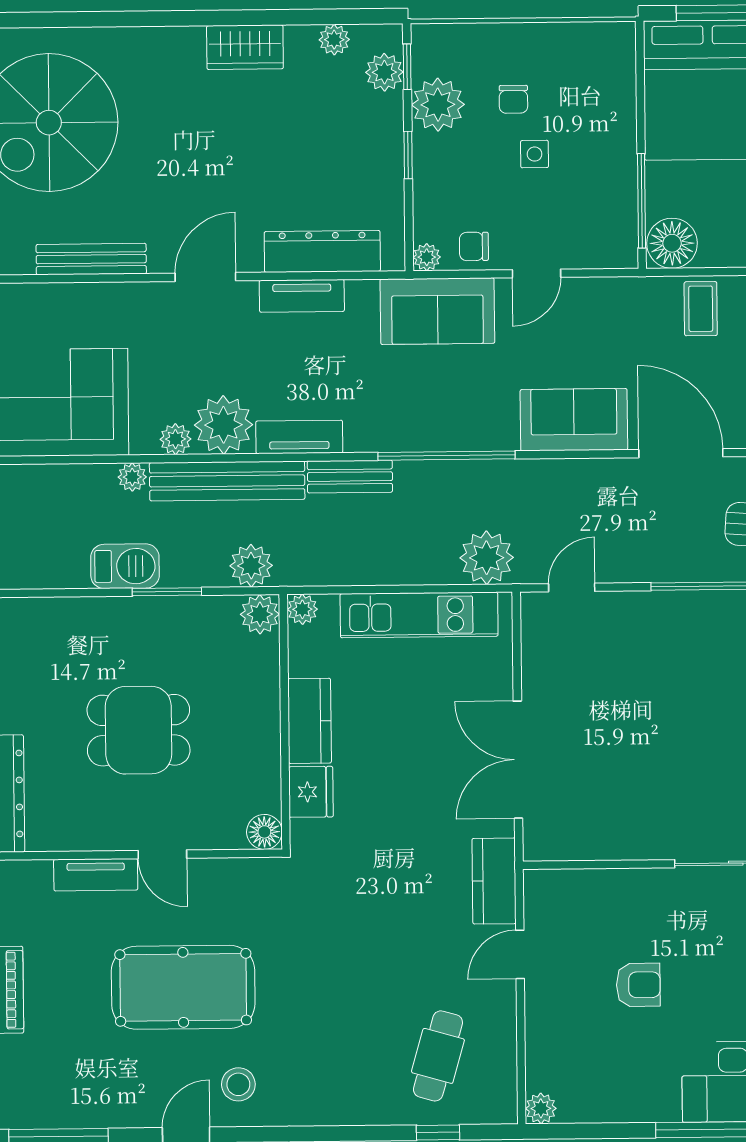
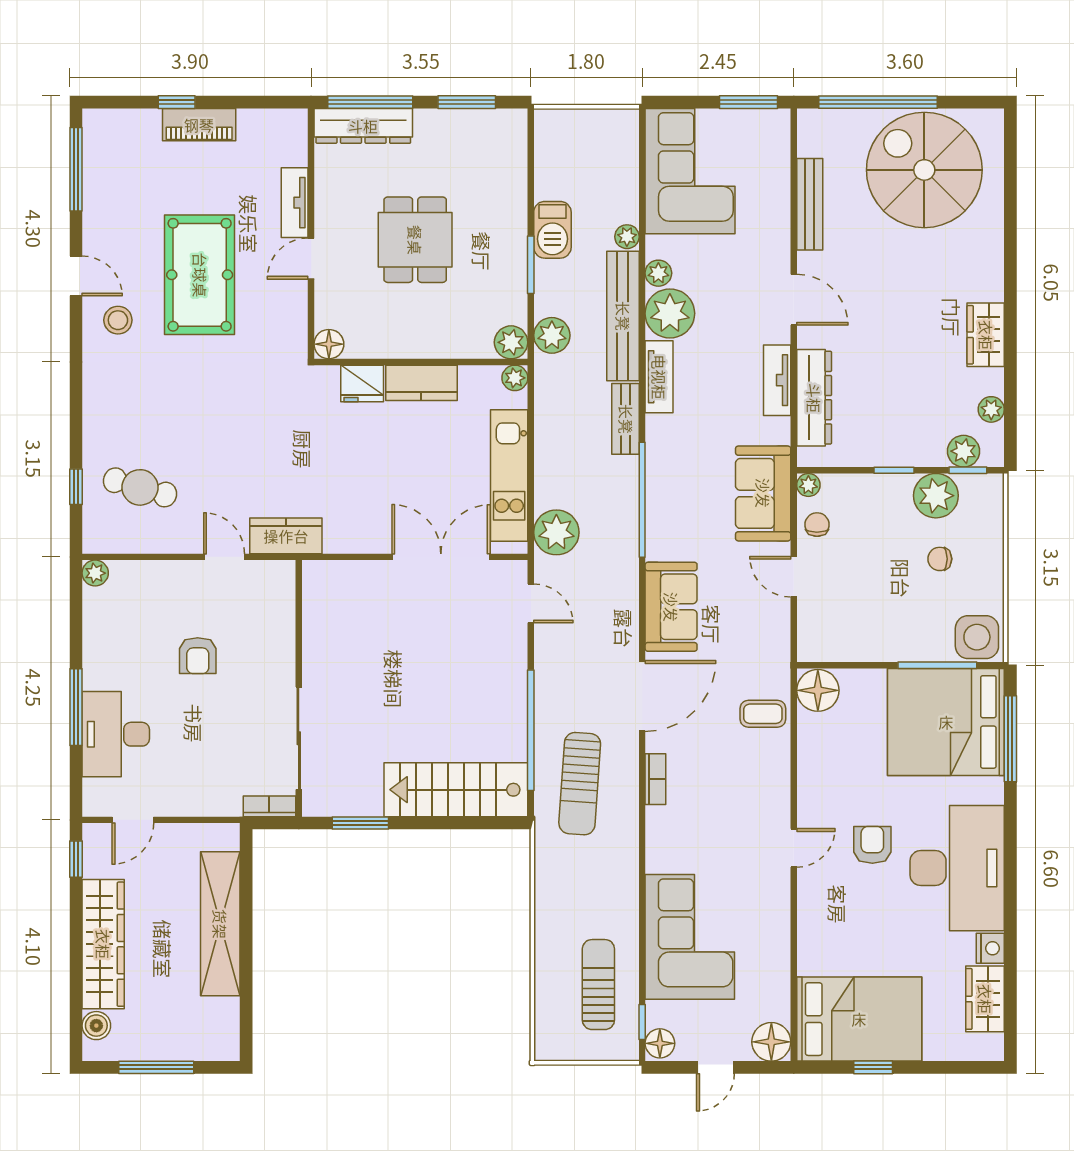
side table: (534, 154) -> (977, 637), moved, width x1.87, depth x1.87
window: (642, 201) -> (937, 665), moved
double door: (518, 760) -> (441, 557), moved

